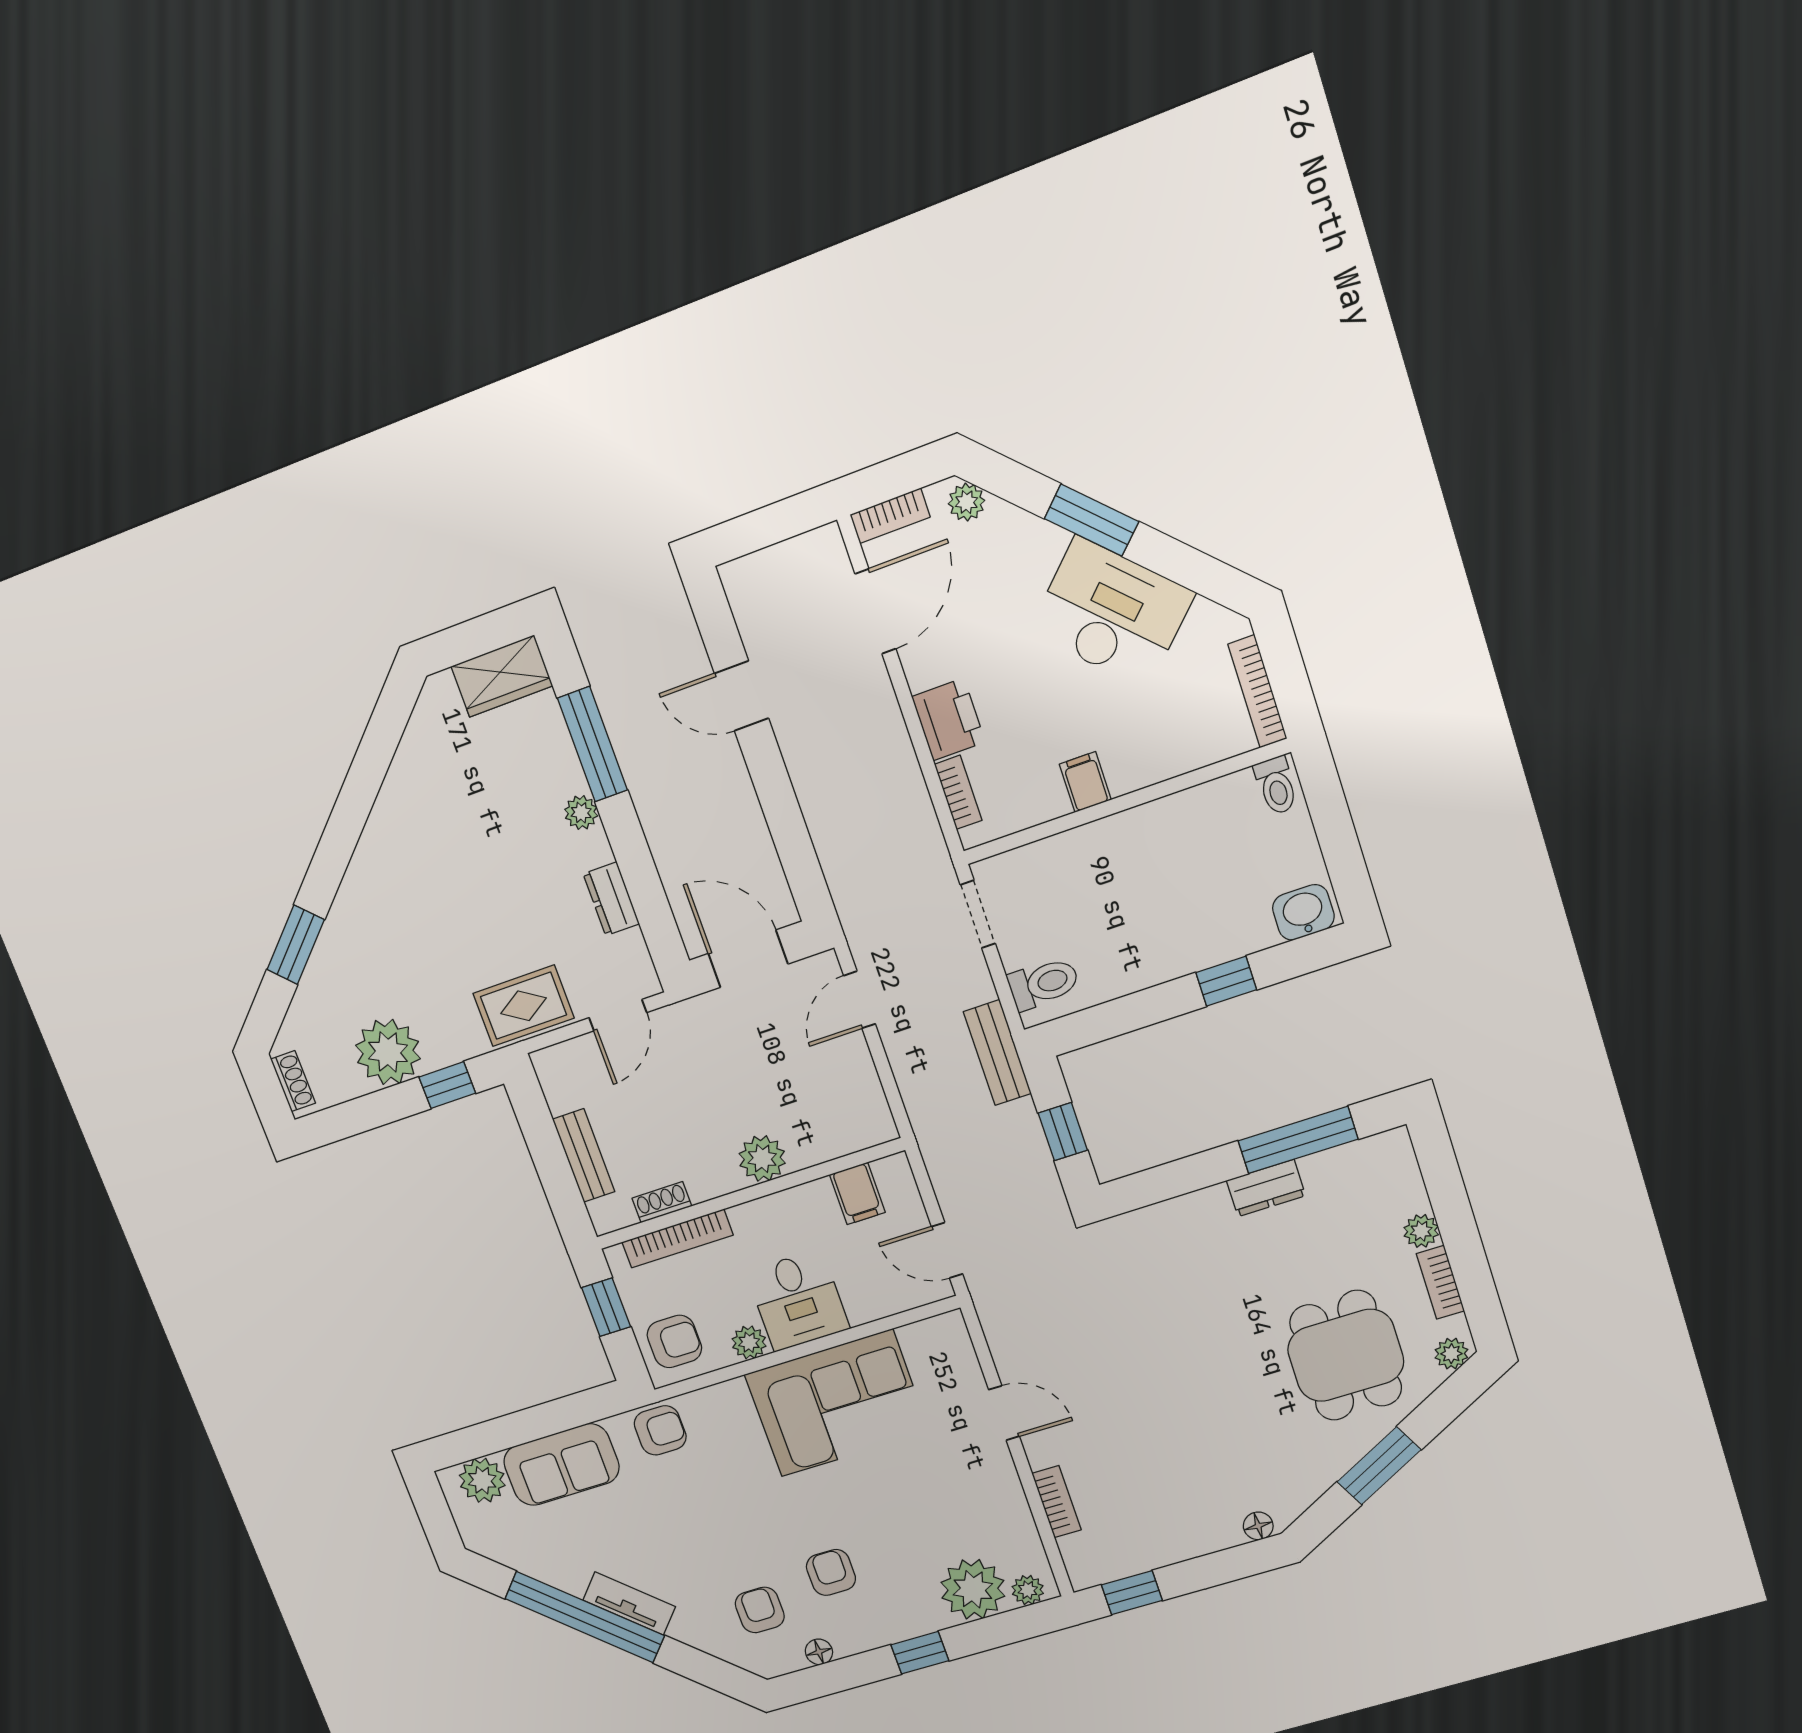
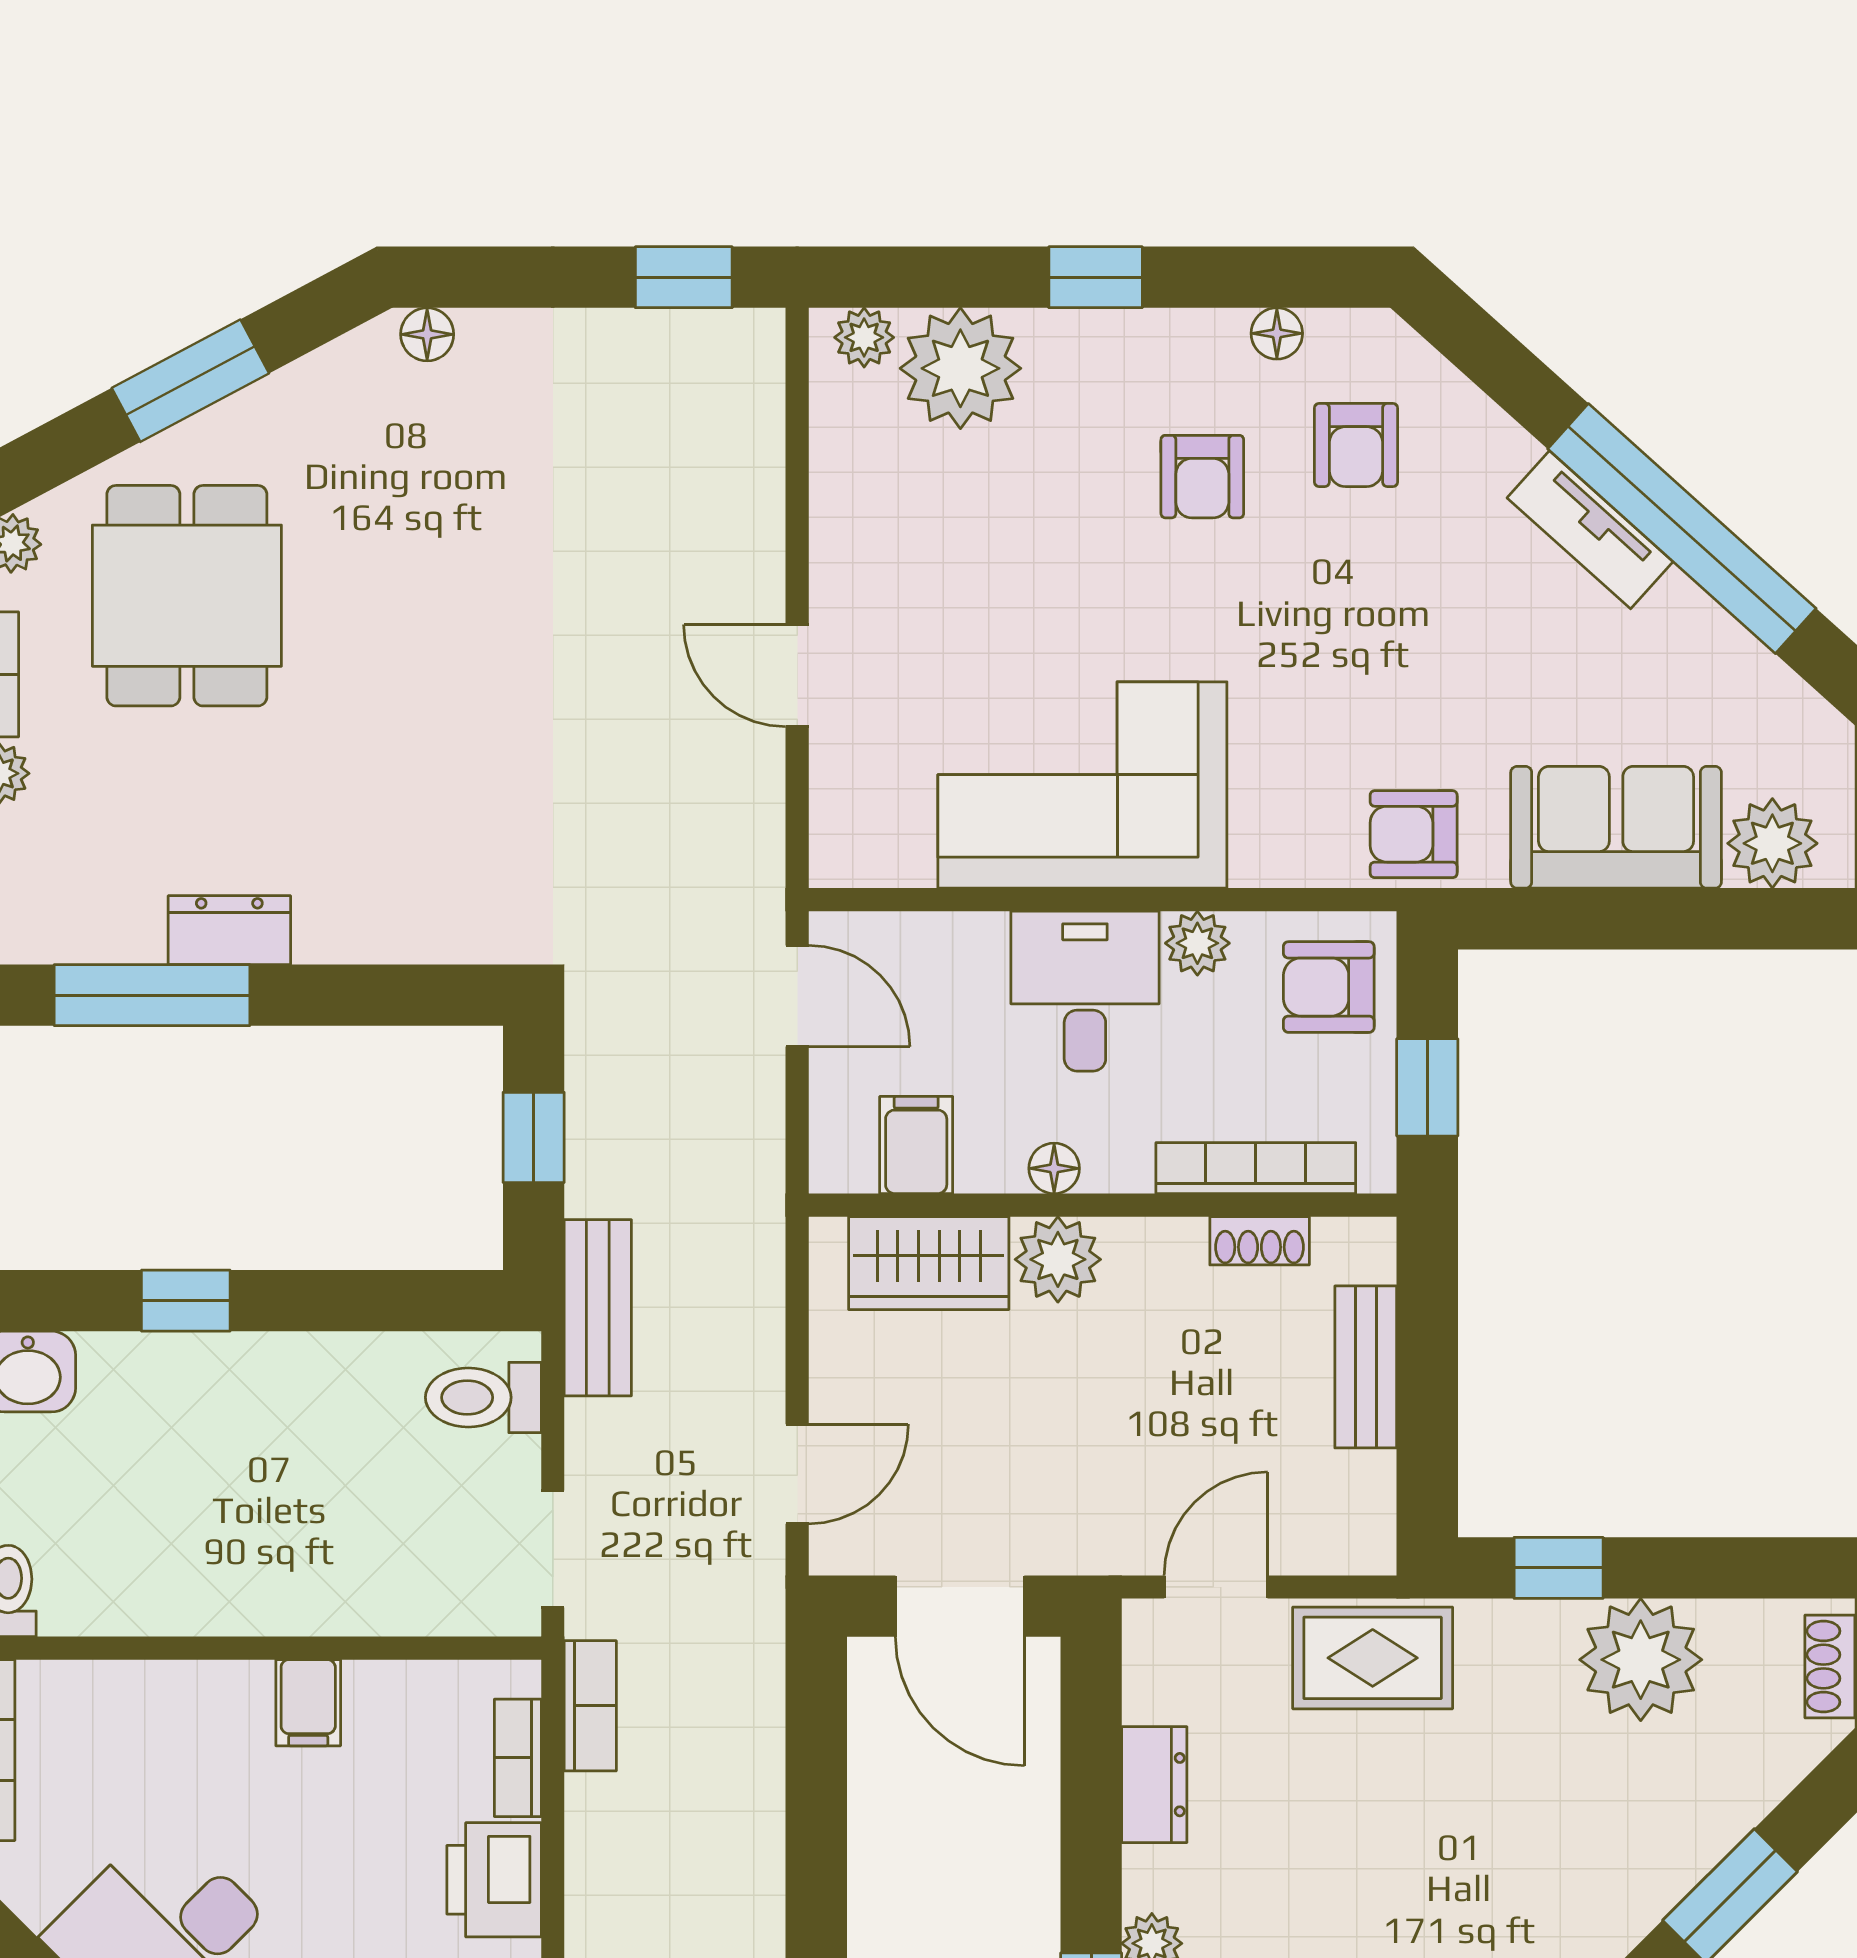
wardrobe: (829, 1134) -> (929, 1263), added
floor lamp: (781, 1205) -> (1054, 1168), added
bookcase: (1057, 1502) -> (590, 1706), moved, turned 180

